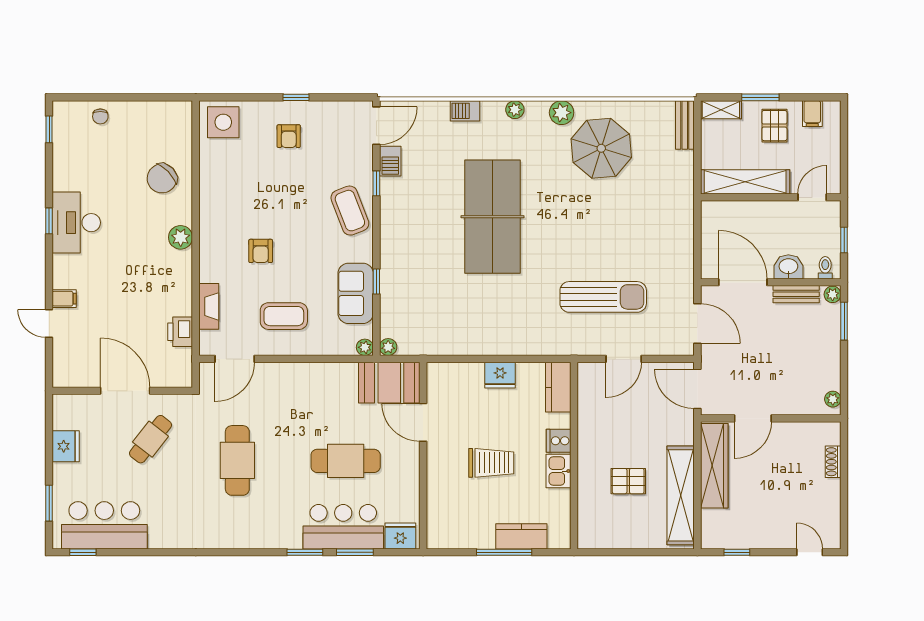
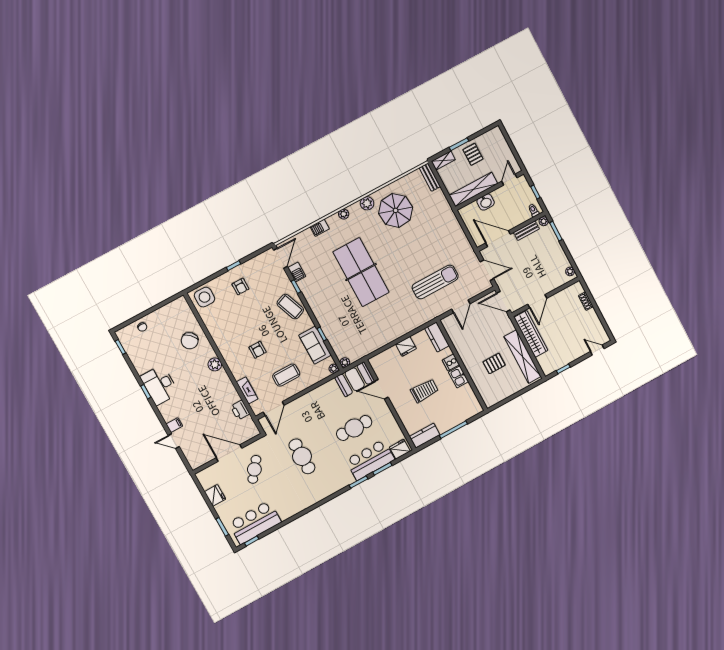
filing cabinet: (812, 114) -> (488, 139), removed
washbasin: (788, 267) -> (486, 202), moved, turned 180
kitchen counter: (521, 536) -> (425, 436), moved

